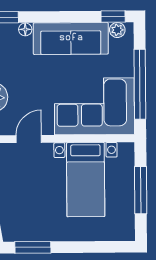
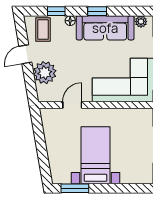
window: (113, 17) -> (97, 11), moved
bed with nightstands: (86, 180) -> (96, 155), moved, turned 180

